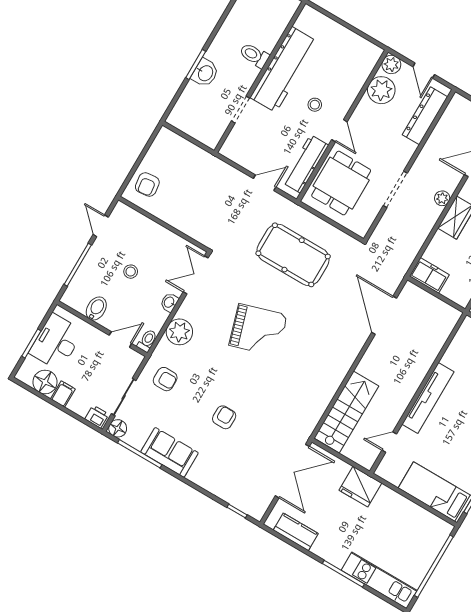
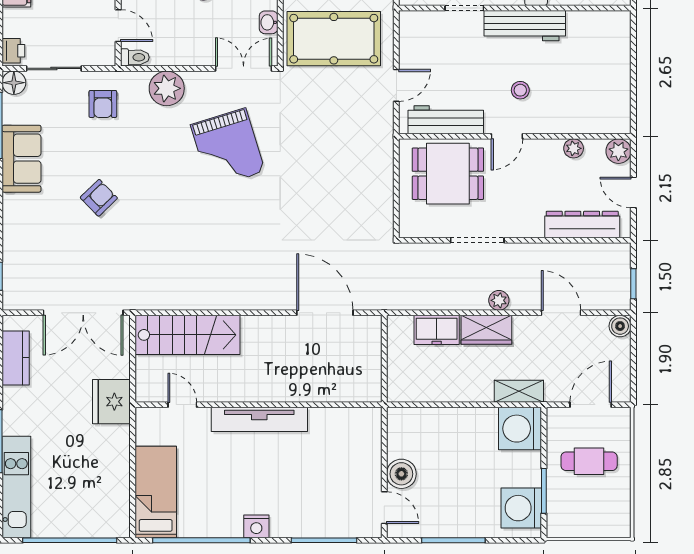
workbench: (284, 70) -> (525, 26), width x0.73, depth x0.76
door: (424, 71) -> (633, 192), hinge flipped
plant: (381, 90) -> (574, 148), width x0.53, depth x0.53
door: (265, 183) -> (396, 85), hinge flipped
pool table: (293, 255) -> (334, 39), moved, turned 90
freezer: (429, 275) -> (437, 330), moved, turned 90
washbasin: (169, 302) -> (269, 22), moved, turned -90
door: (384, 315) -> (325, 313), hinge flipped
grand piano: (258, 330) -> (228, 148), moved
armchair: (224, 417) -> (99, 198), turned -44

